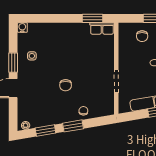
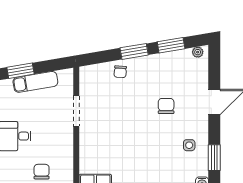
window: (13, 63) -> (214, 158), moved
chair: (66, 85) -> (166, 106), moved

